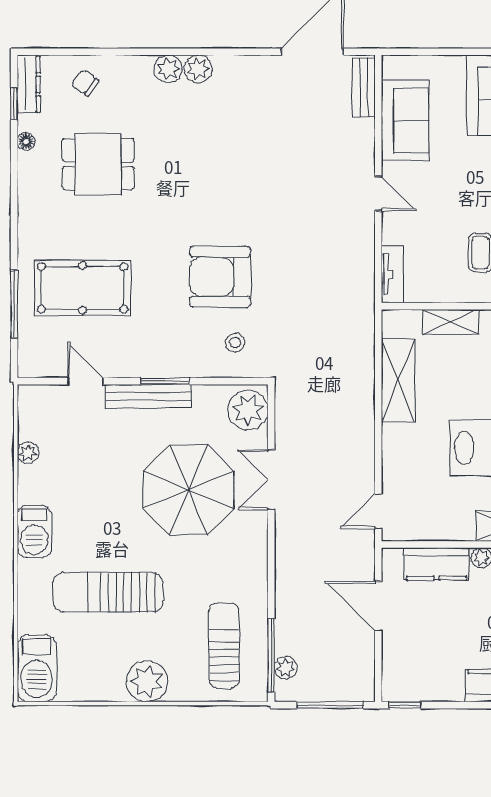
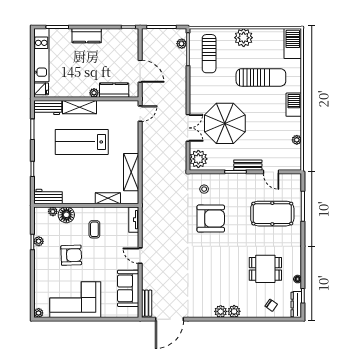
bench: (149, 396) -> (248, 165), width x0.73

